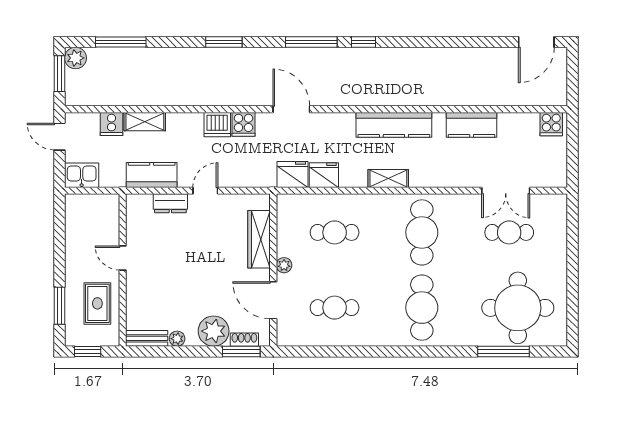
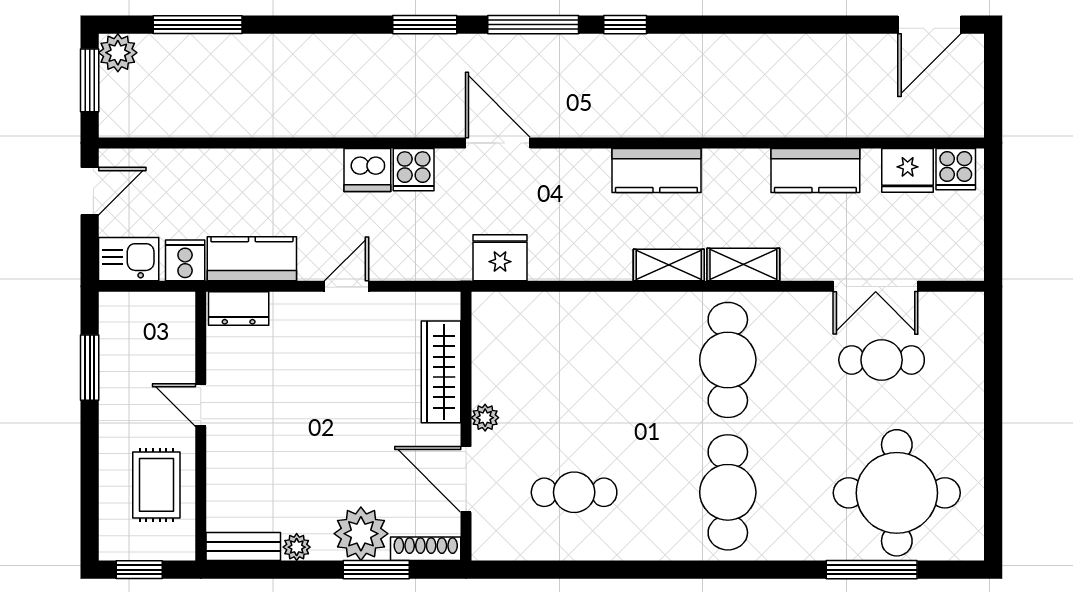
window: (224, 42) -> (425, 25), moved
shelving: (145, 122) -> (743, 265), moved
cooker: (112, 124) -> (185, 260), moved, turned 180
kitchen counter: (394, 125) -> (656, 170), width x0.67
door: (60, 137) -> (90, 191), swing flipped
fridge: (324, 175) -> (908, 170), moved, turned 180
dresser: (170, 203) -> (239, 309), moved
cafe table: (335, 232) -> (574, 360), removed
window: (60, 306) -> (90, 368), moved
shoe rack: (244, 340) -> (426, 549), width x1.43
window: (241, 351) -> (376, 570), moved

